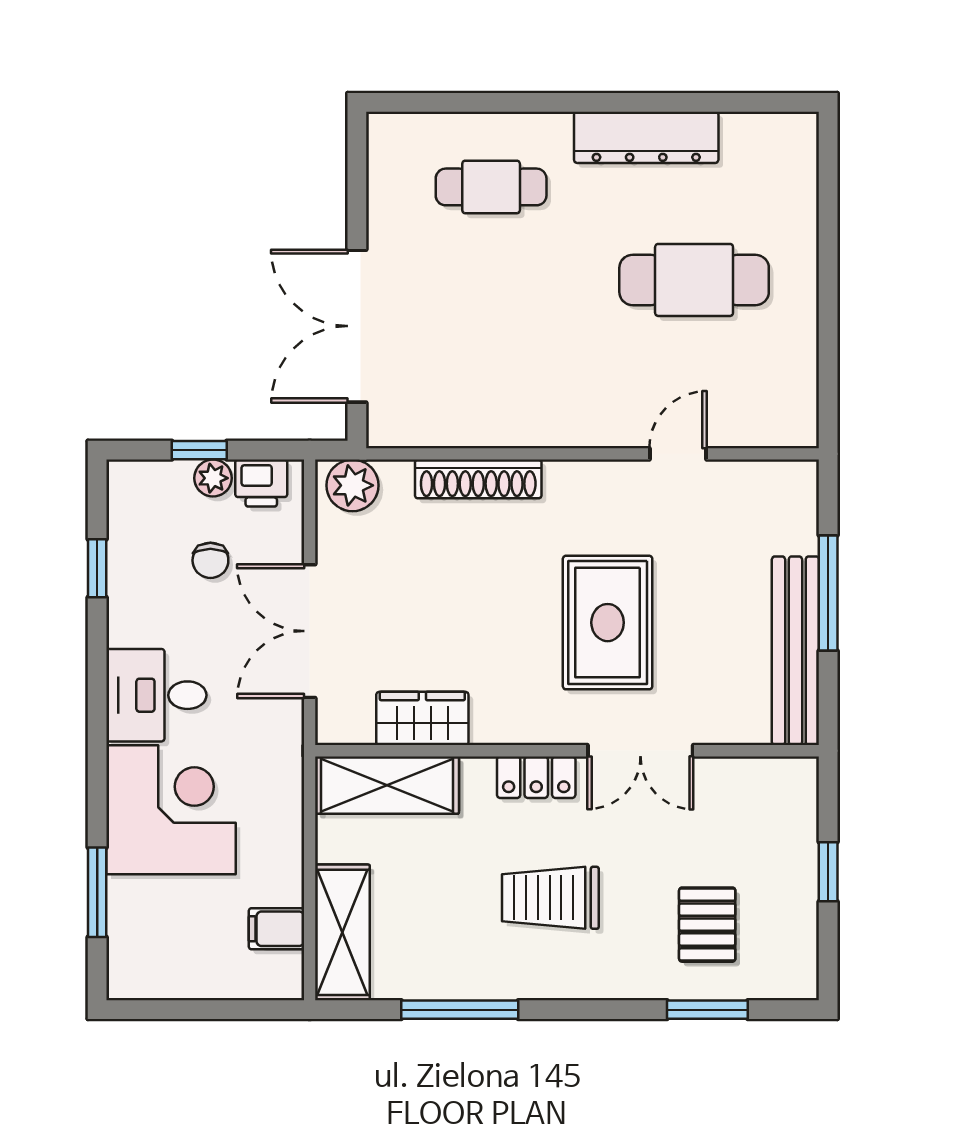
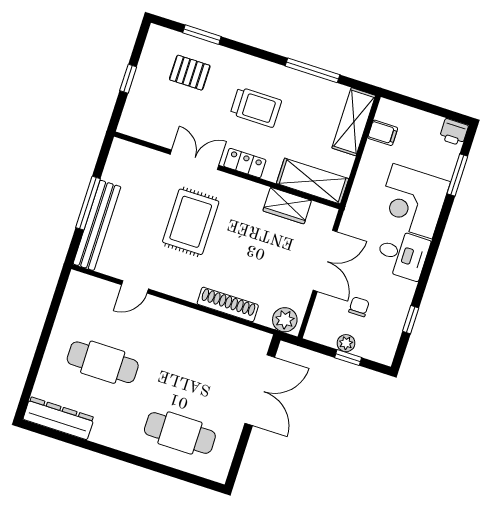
dresser: (646, 137) -> (59, 418), moved
cafe table: (491, 187) -> (180, 433), width x1.37, depth x1.35
printer: (261, 483) -> (454, 132), moved, turned 180
bench: (795, 651) -> (97, 225), moved
pallet: (707, 925) -> (190, 73), turned 90

